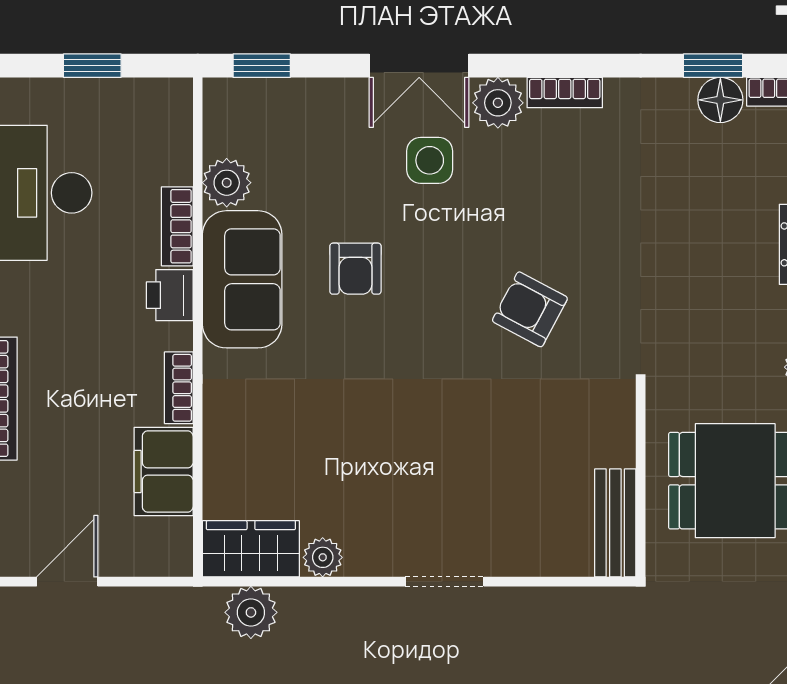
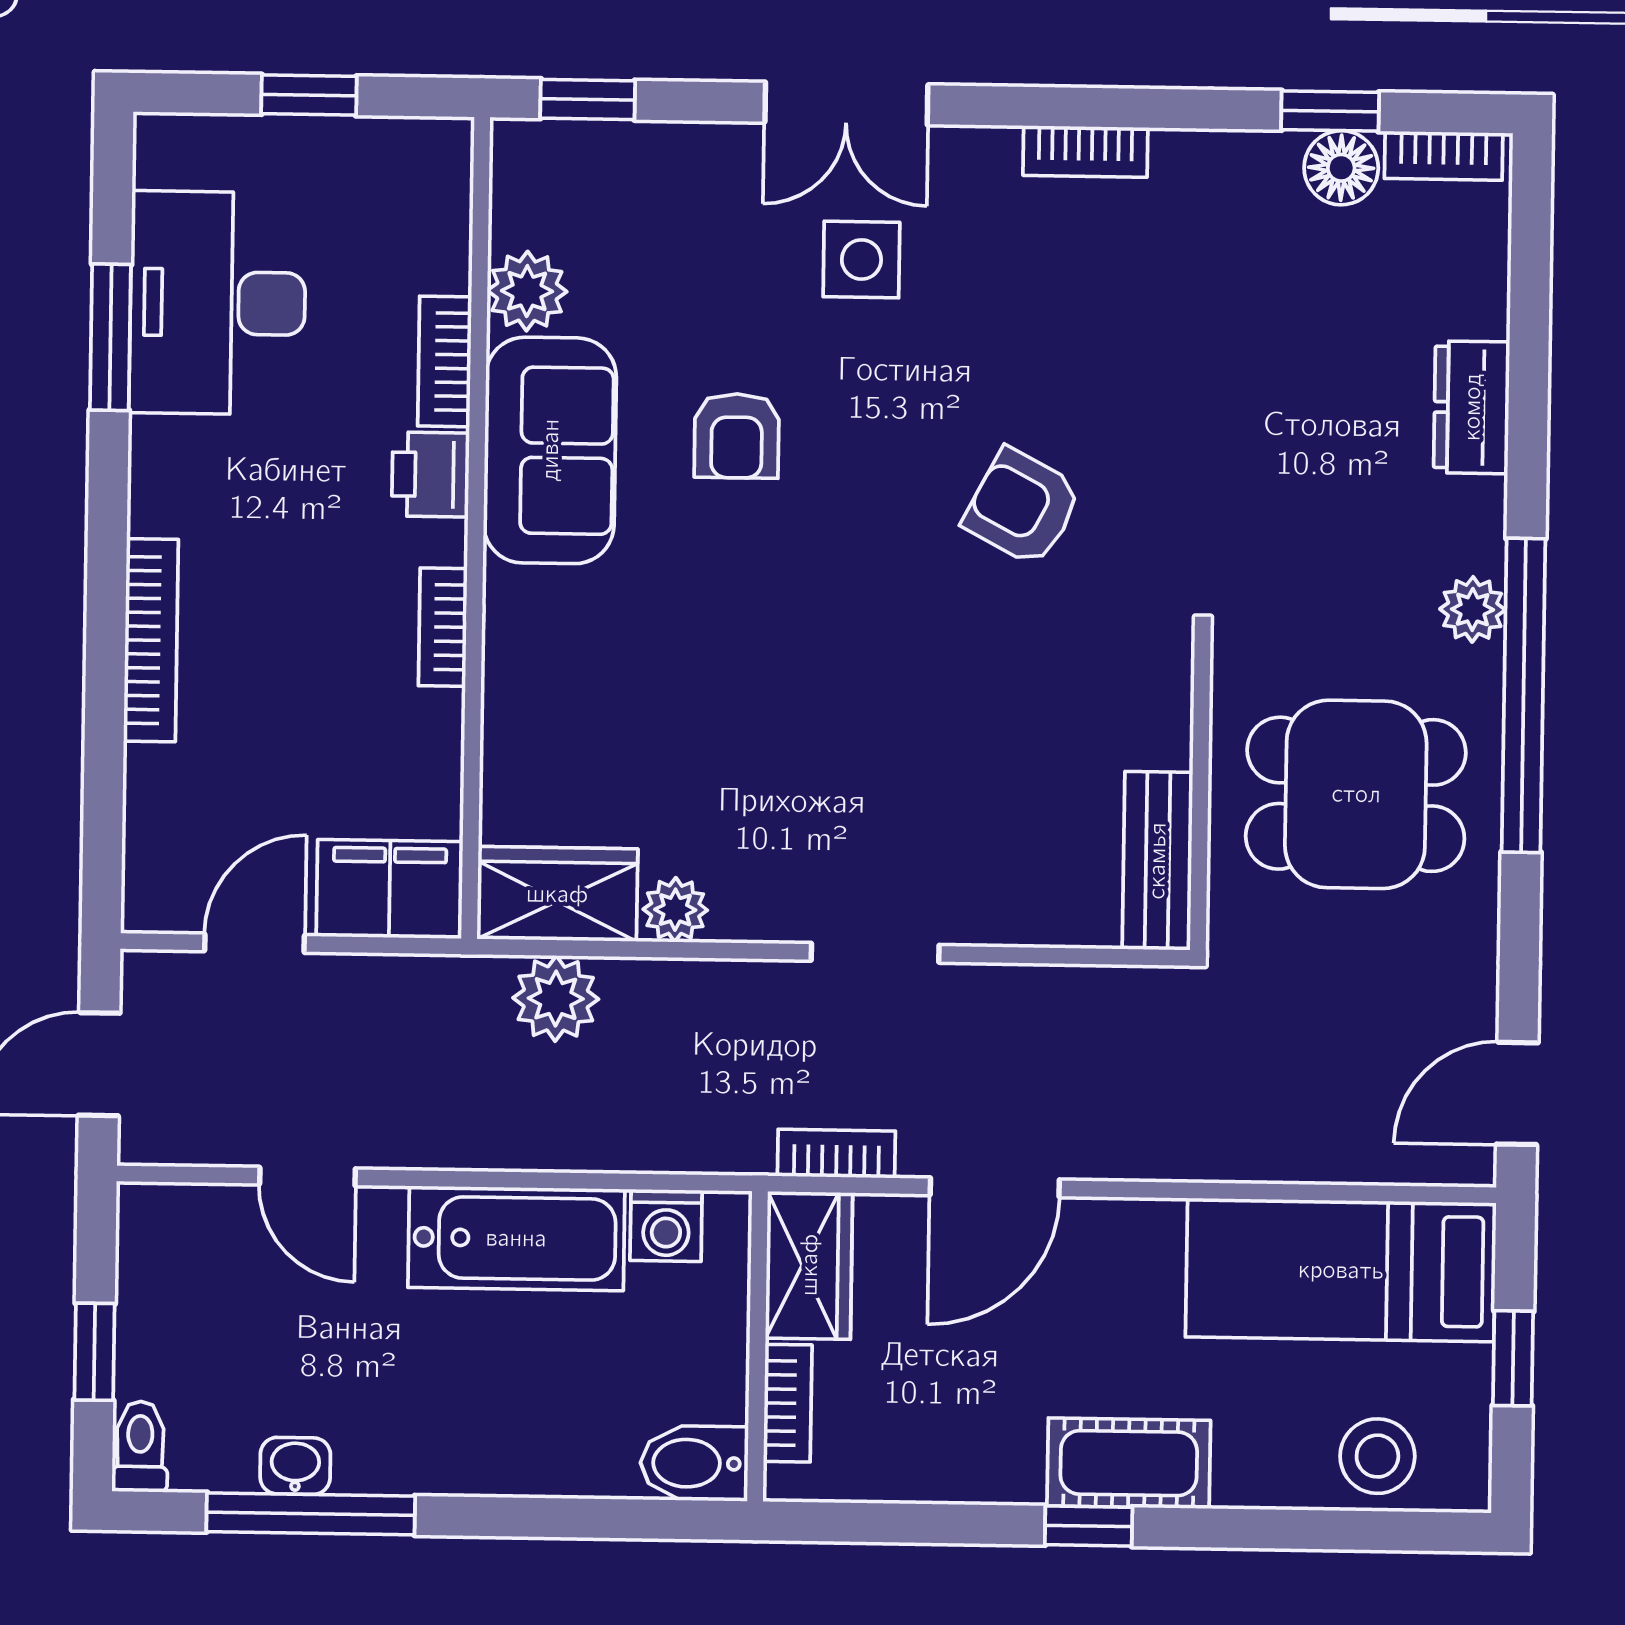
plant: (498, 103) -> (975, 167), removed
filing cabinet: (164, 472) -> (390, 889), moved, turned 90

